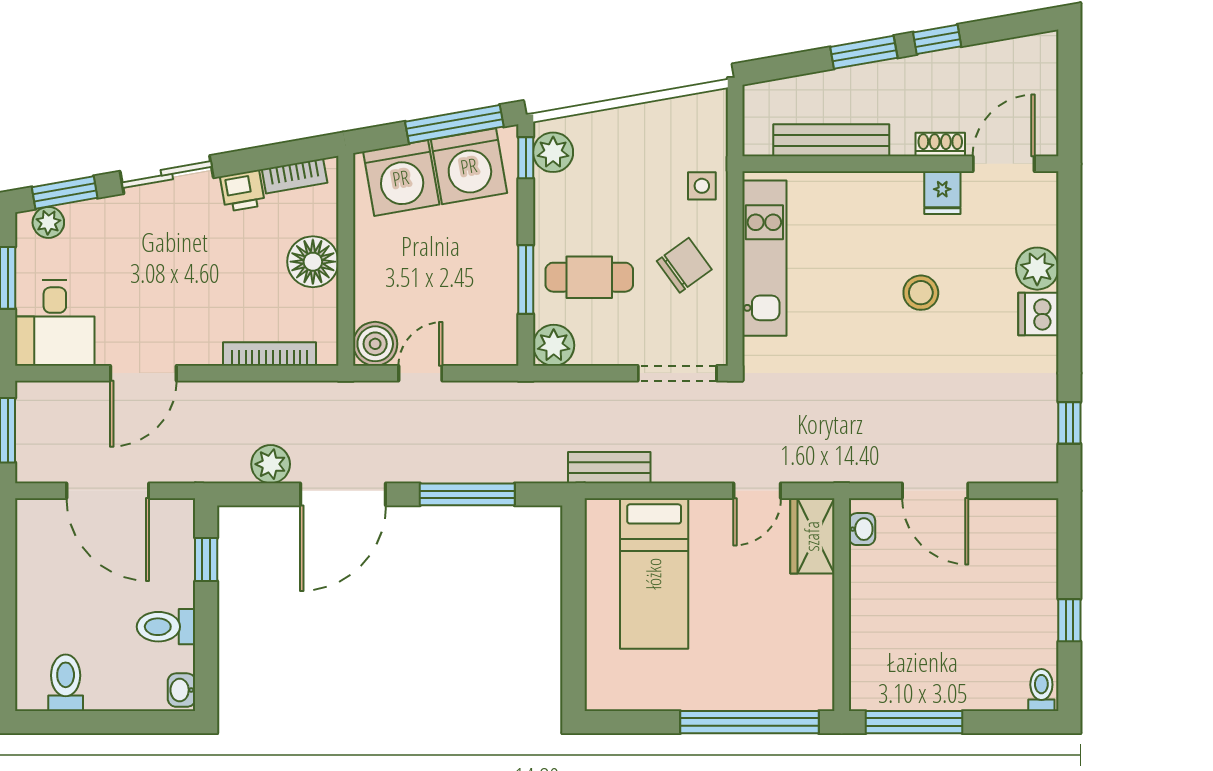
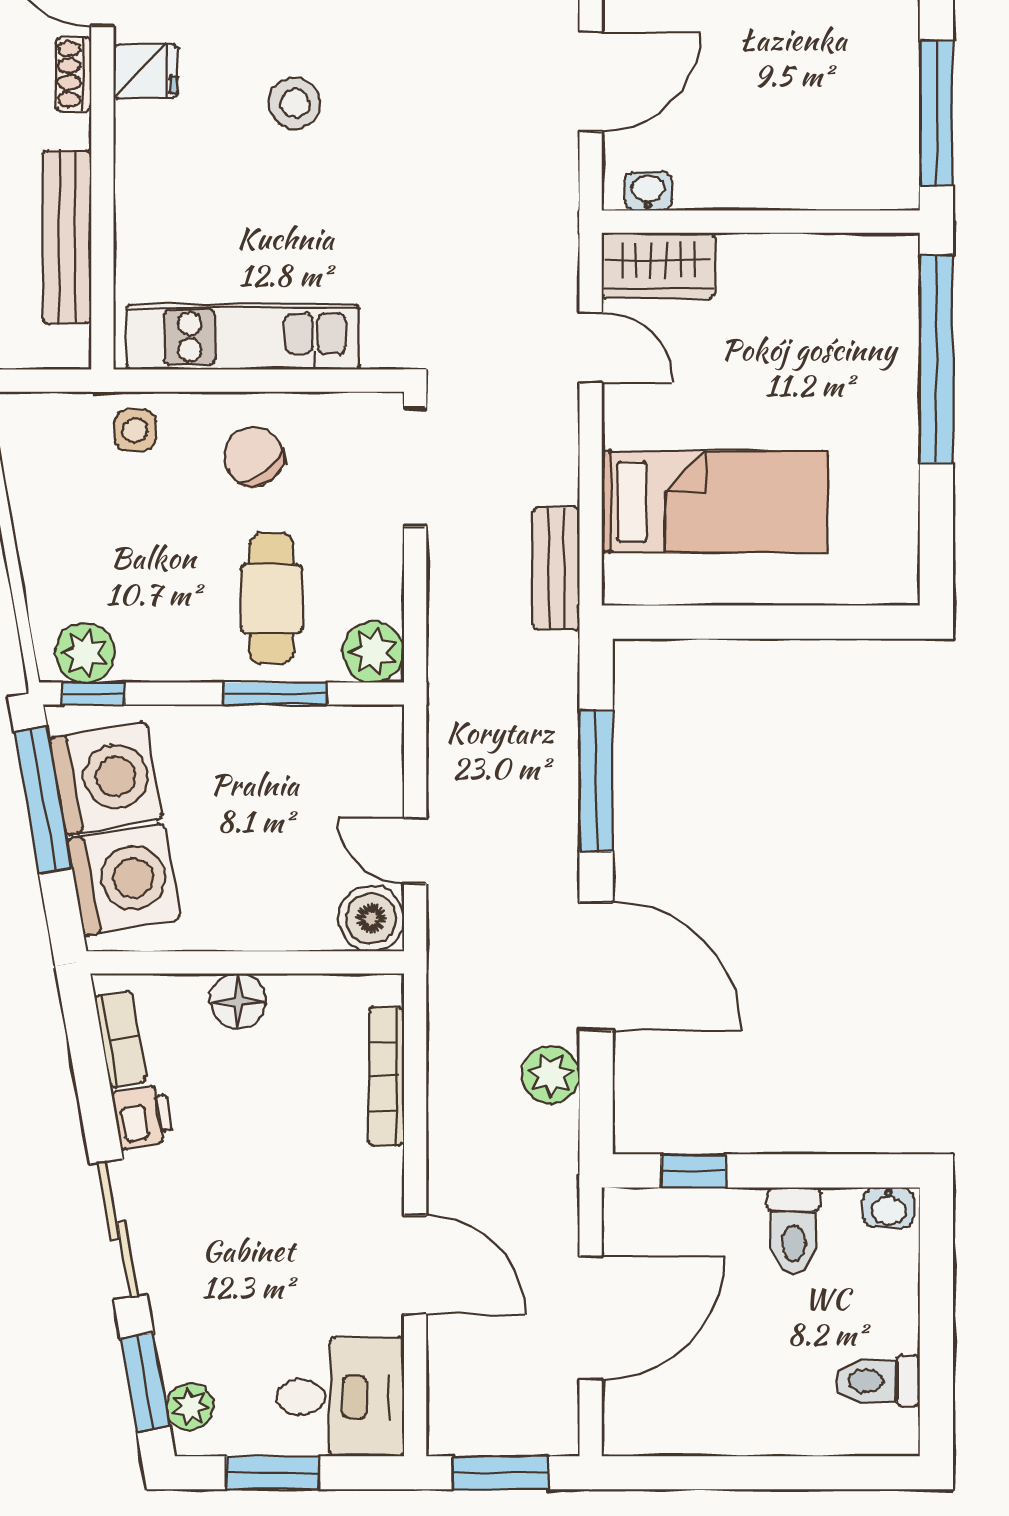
floor lamp: (313, 262) -> (238, 1001), width x0.73, depth x0.73

